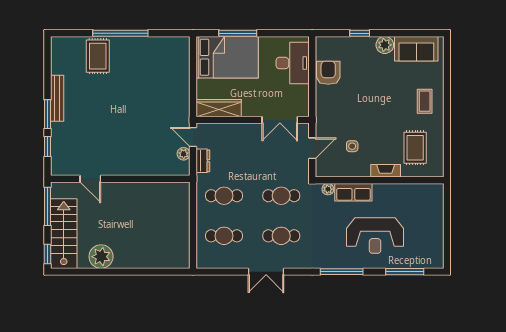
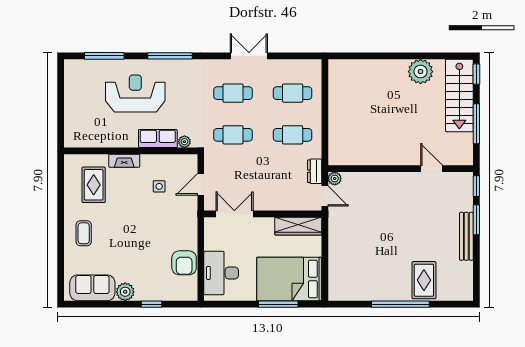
door: (90, 179) -> (432, 169), moved
wall: (120, 179) -> (401, 169), moved

